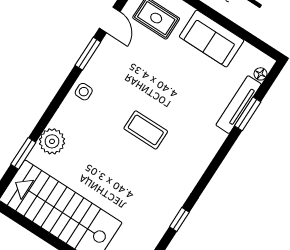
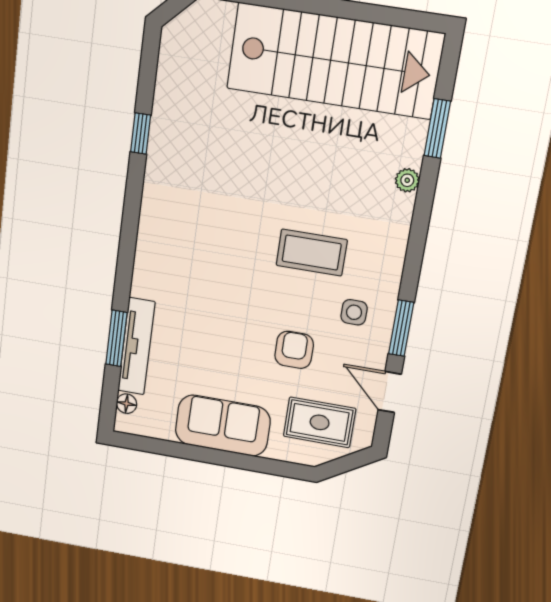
armchair: (151, 66) -> (294, 350), added
side table: (84, 92) -> (354, 312), moved
coffee table: (146, 130) -> (312, 253), moved
plant: (52, 141) -> (407, 180), width x0.53, depth x0.53

